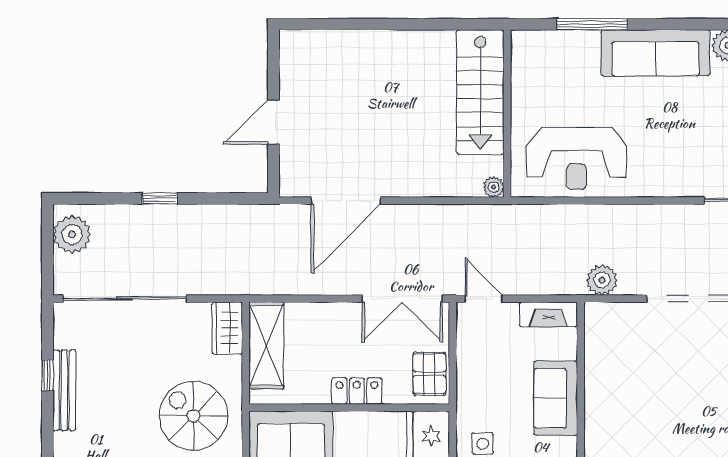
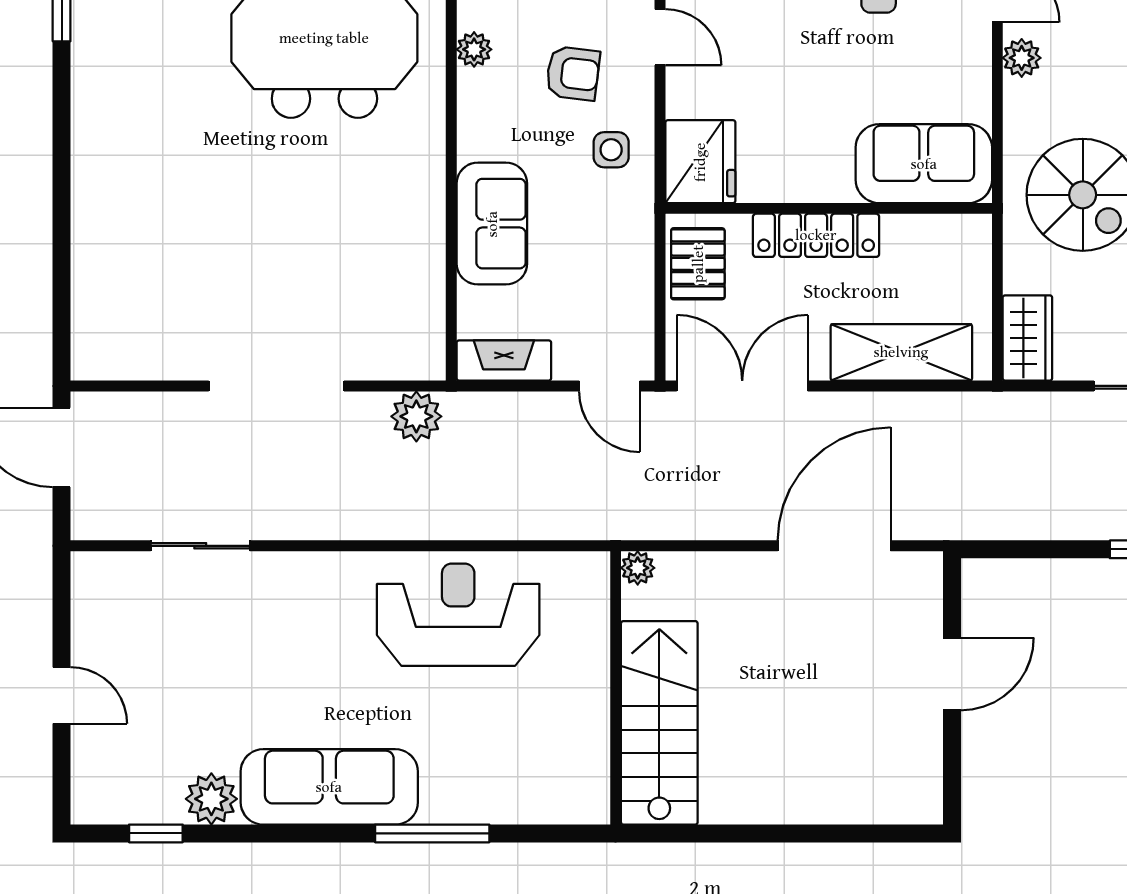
stairs: (480, 92) -> (659, 723), moved
wall: (507, 114) -> (616, 688), moved
plant: (494, 187) -> (638, 568), moved
shelving: (266, 345) -> (901, 352), moved, turned 90
locker: (357, 391) -> (816, 235), width x1.53

